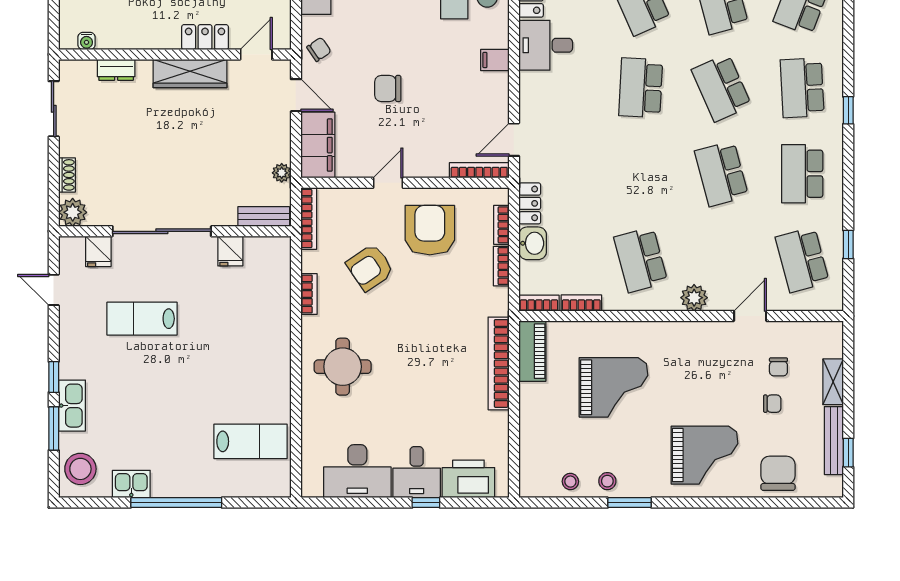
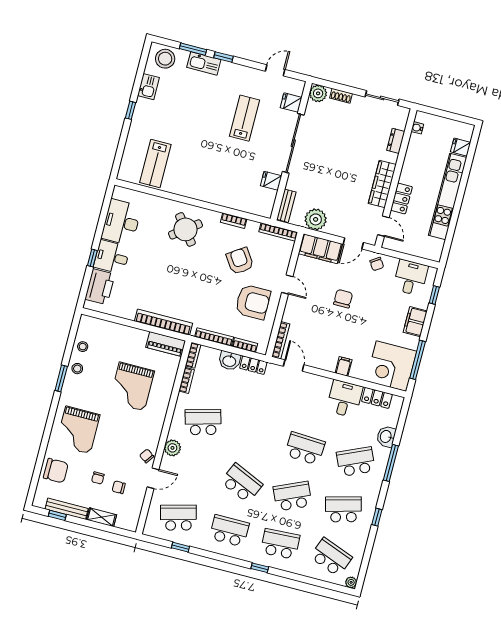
plant: (282, 173) -> (316, 219), width x1.87, depth x1.87
school desk: (721, 174) -> (242, 483), turned 39
bookcase: (501, 266) -> (214, 337), width x1.56
door: (750, 316) -> (153, 478), hinge flipped
chair: (717, 335) -> (147, 456), added
round table: (343, 367) -> (185, 229), turned -37
window: (176, 503) -> (131, 110), width x0.32

